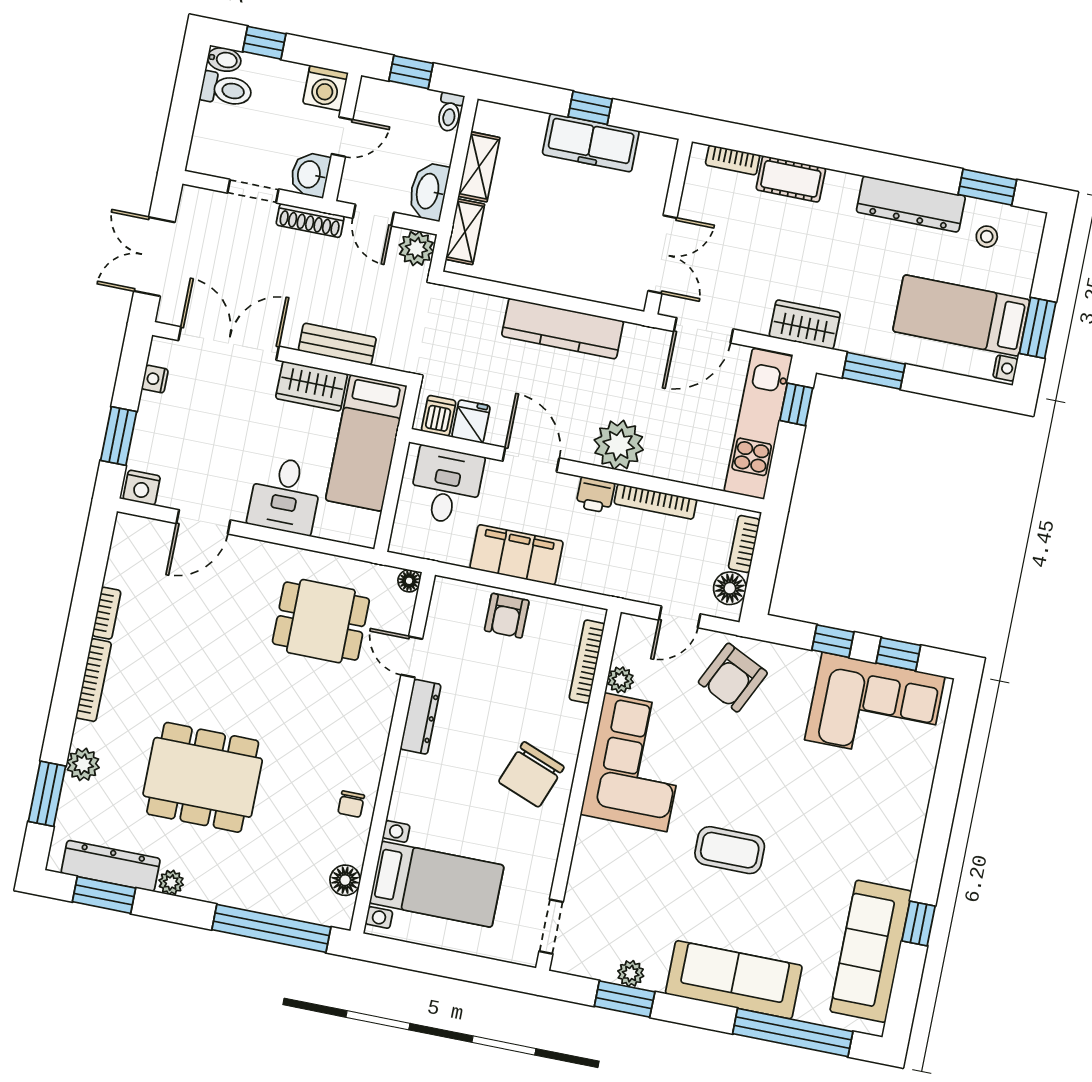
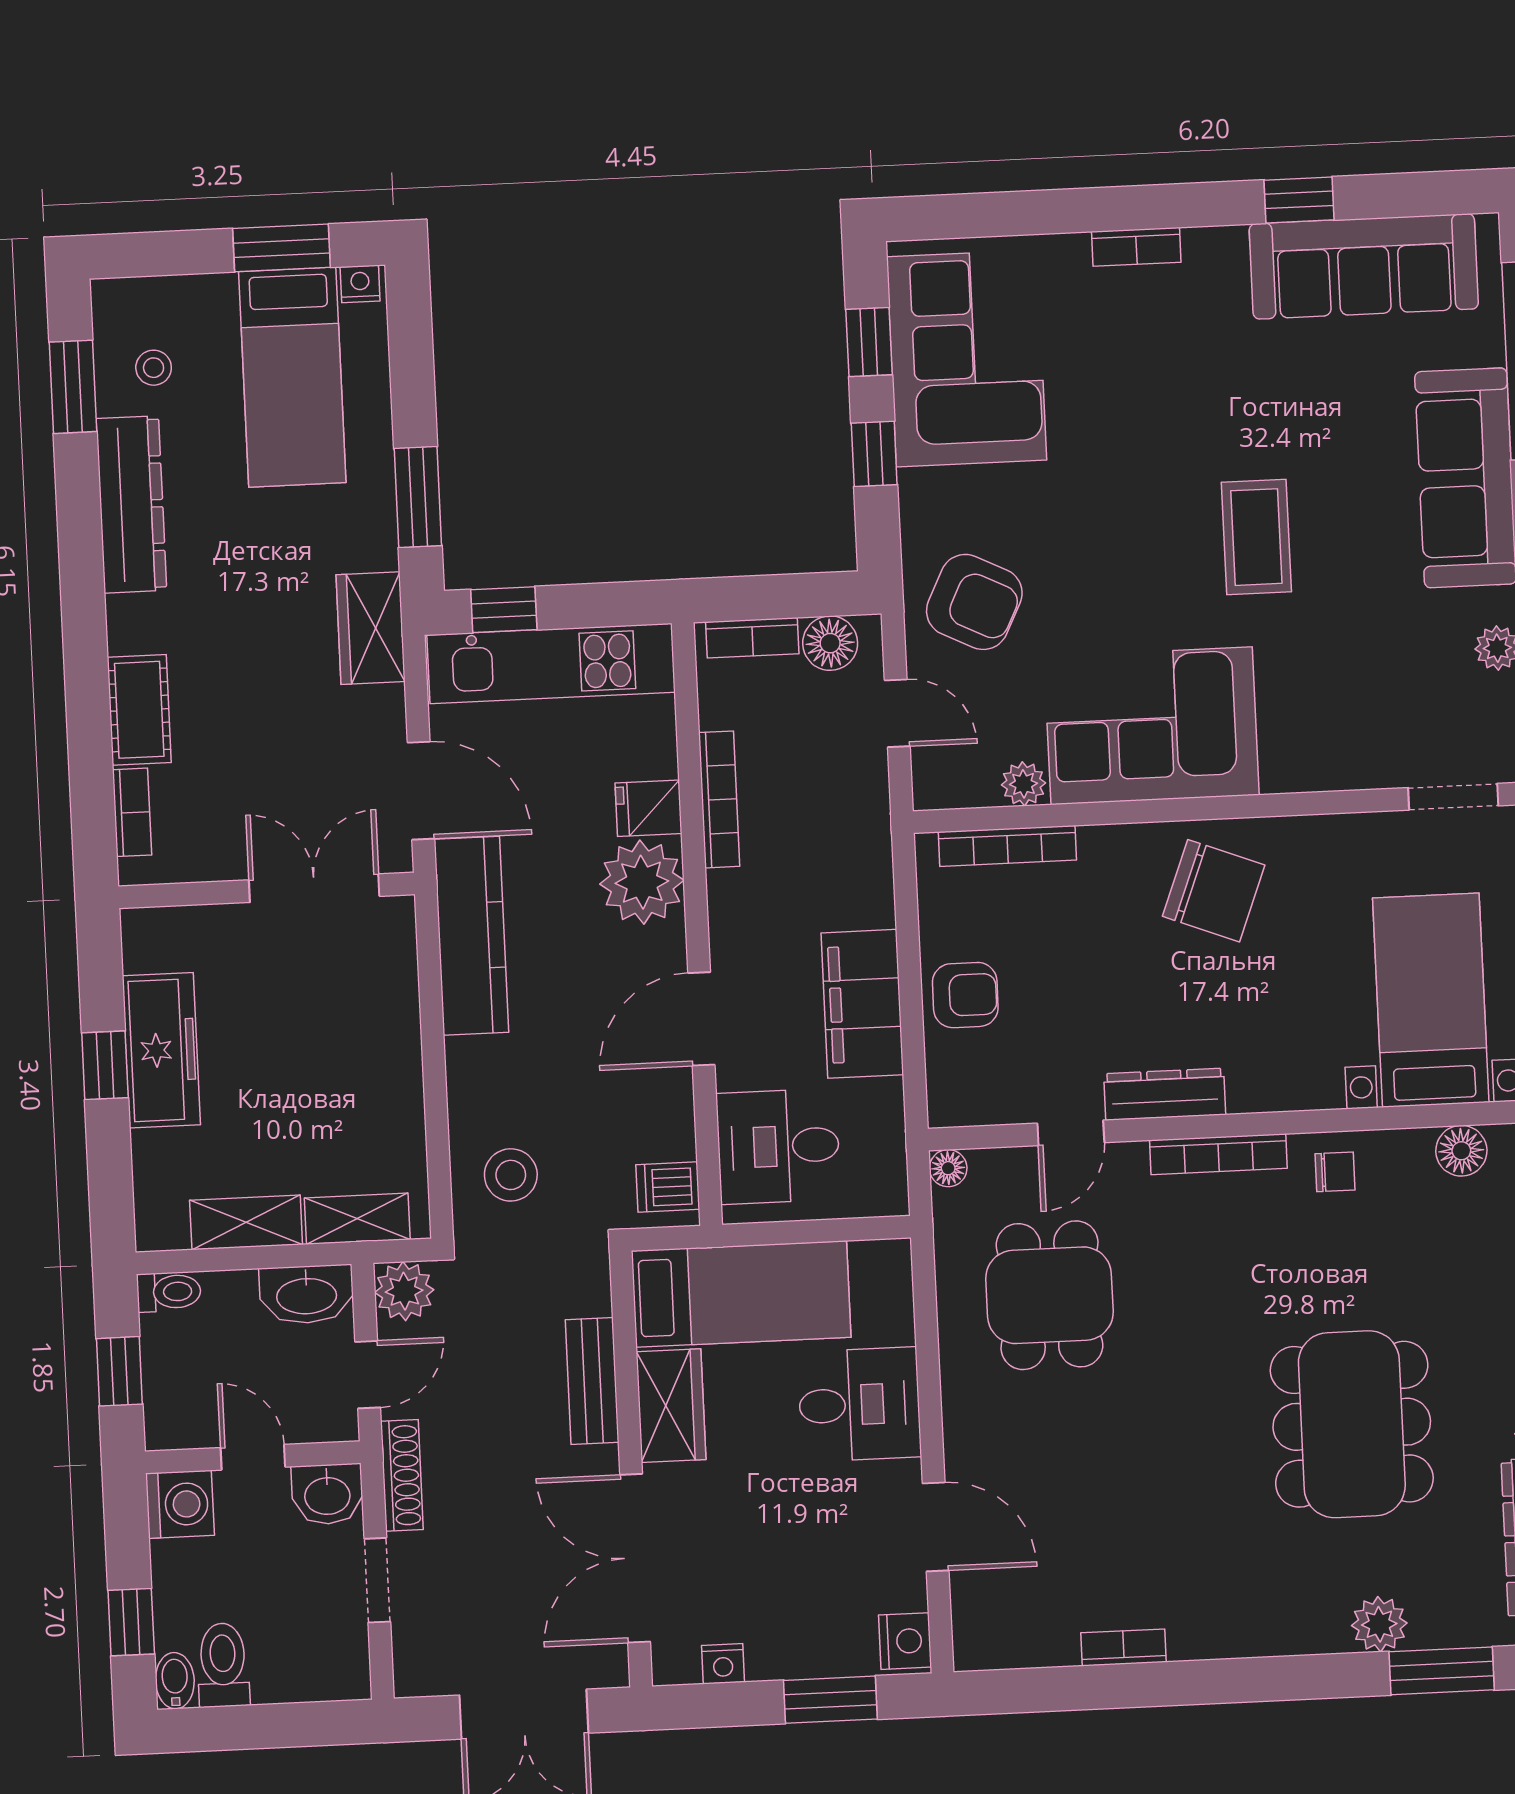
stool: (468, 327) -> (511, 1175), added
kitchen counter: (563, 329) -> (471, 936), moved
fridge: (471, 421) -> (649, 808), moved
printer: (595, 495) -> (733, 900), removed
bookcase: (93, 680) -> (1218, 1154), moved, turned 180
bookcase: (915, 822) -> (1136, 247), added

